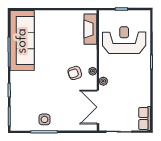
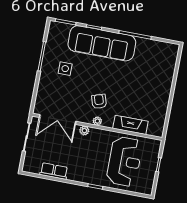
fireplace: (90, 29) -> (130, 125), moved
sofa: (22, 41) -> (102, 43), moved
double door: (98, 107) -> (58, 119), swing flipped
side table: (44, 119) -> (65, 69), moved
row of seats: (145, 119) -> (54, 171), moved

